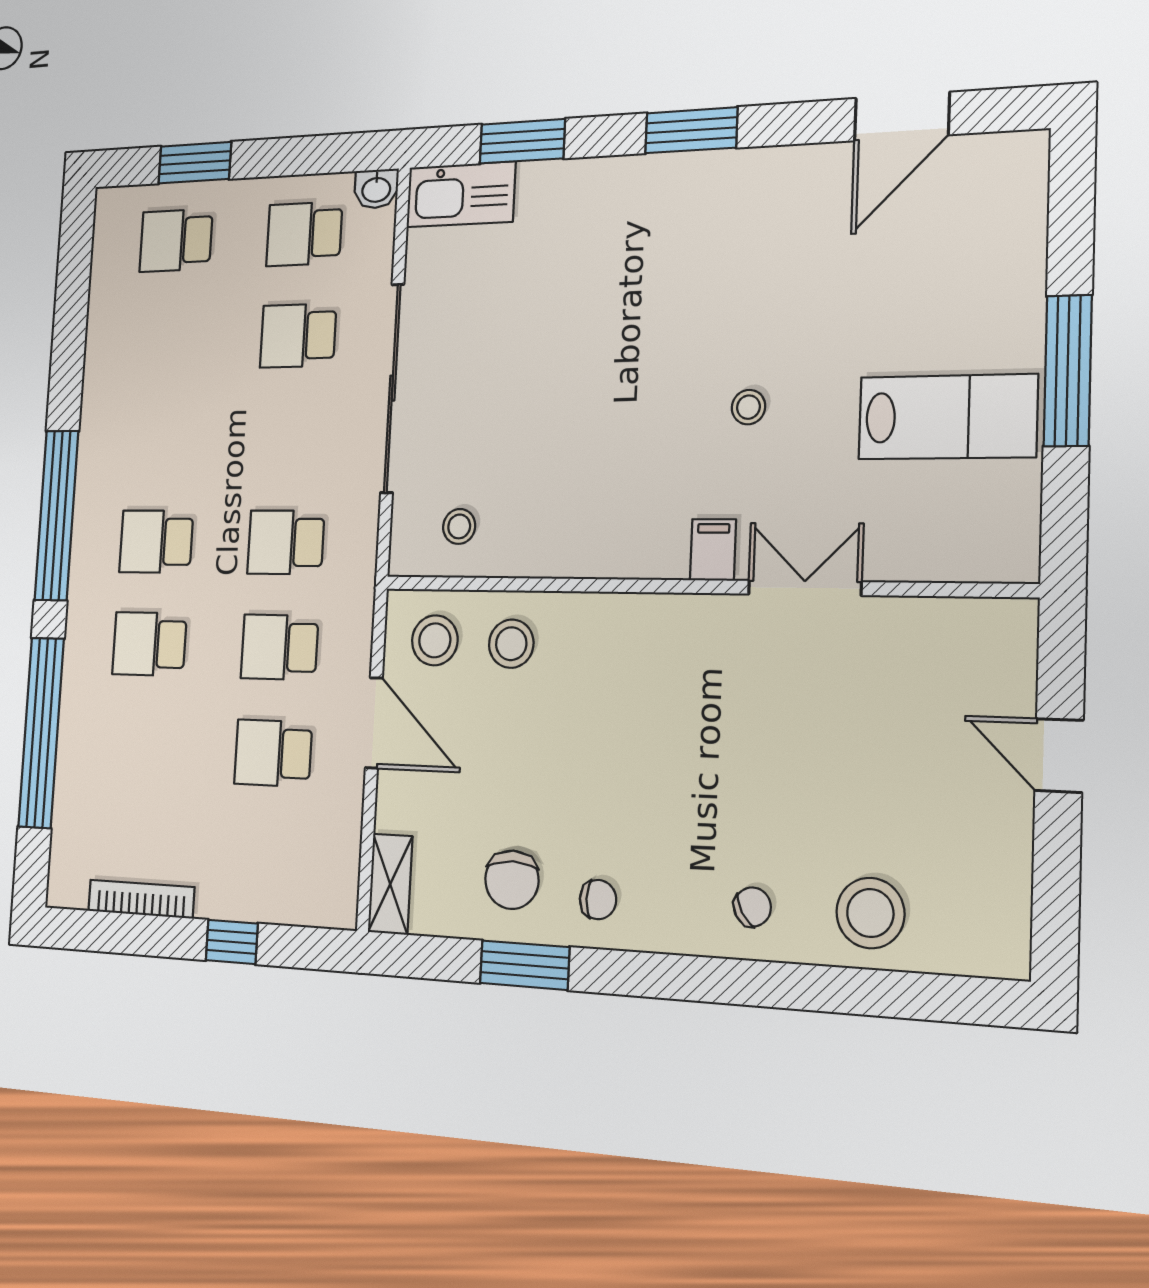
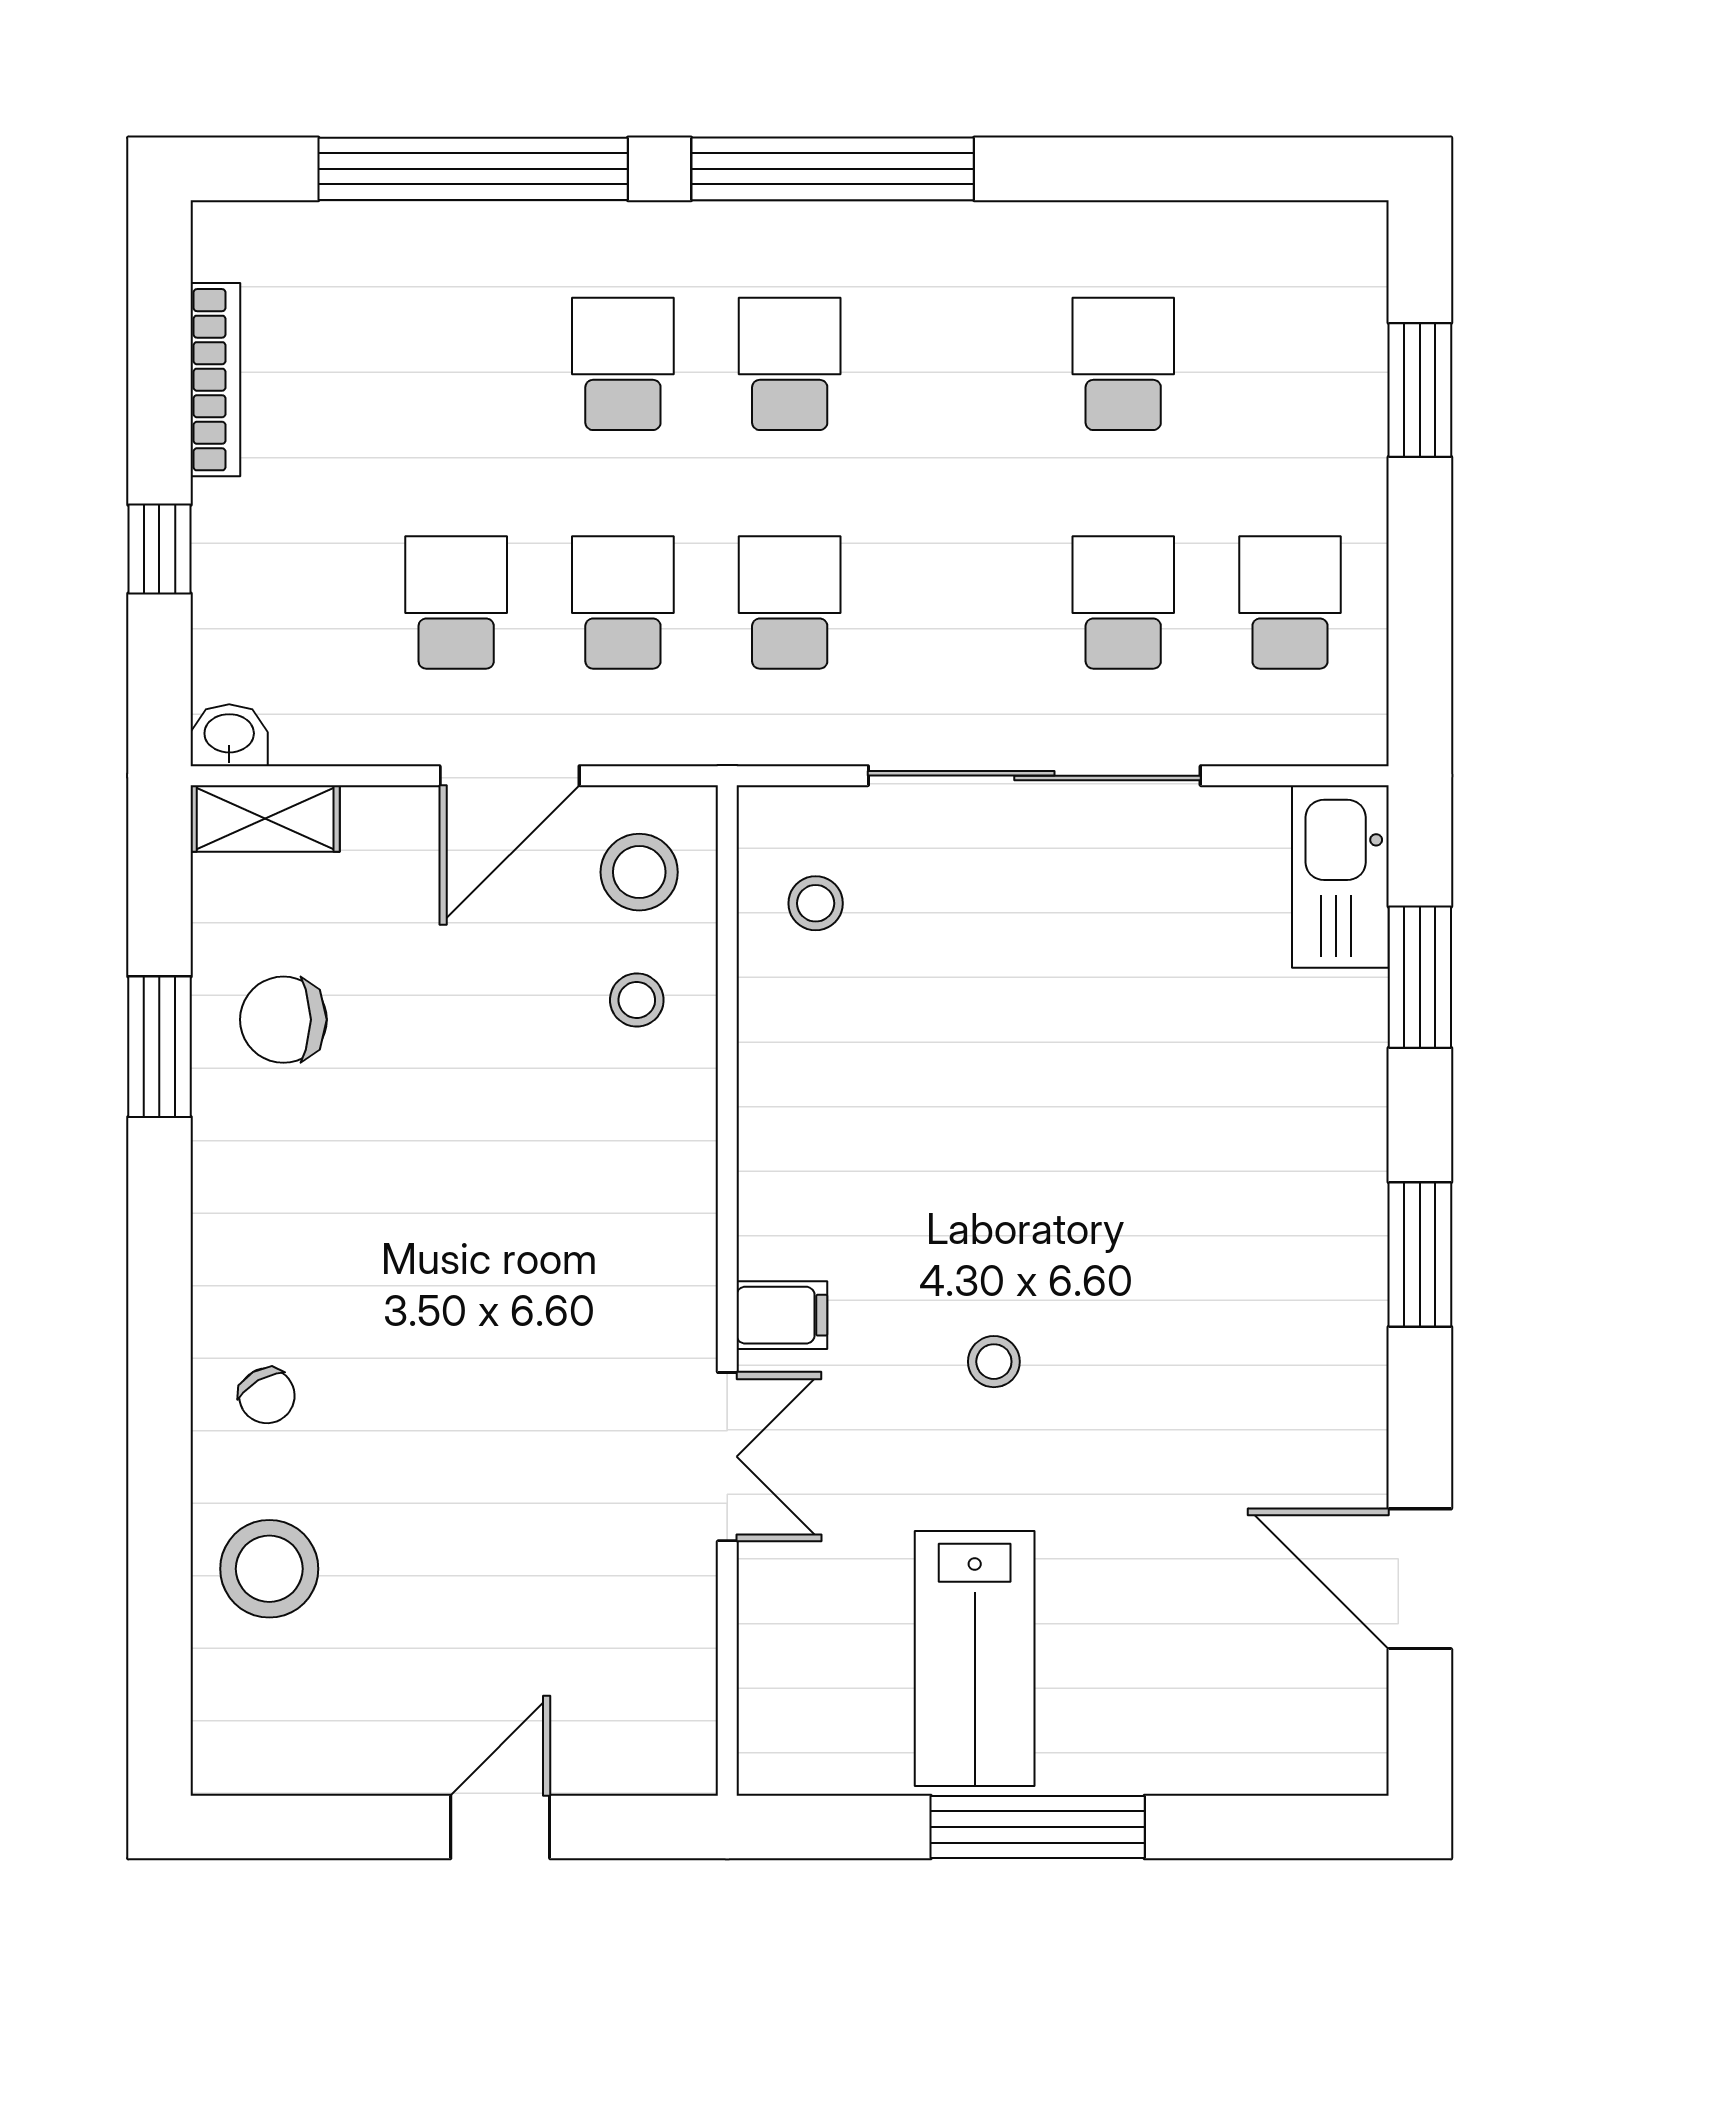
washbasin: (376, 189) -> (229, 735), moved, turned 90
school desk: (176, 240) -> (1123, 364), moved
stool: (511, 644) -> (637, 1000), width x0.73, depth x0.73
chair: (598, 900) -> (263, 1159), removed

